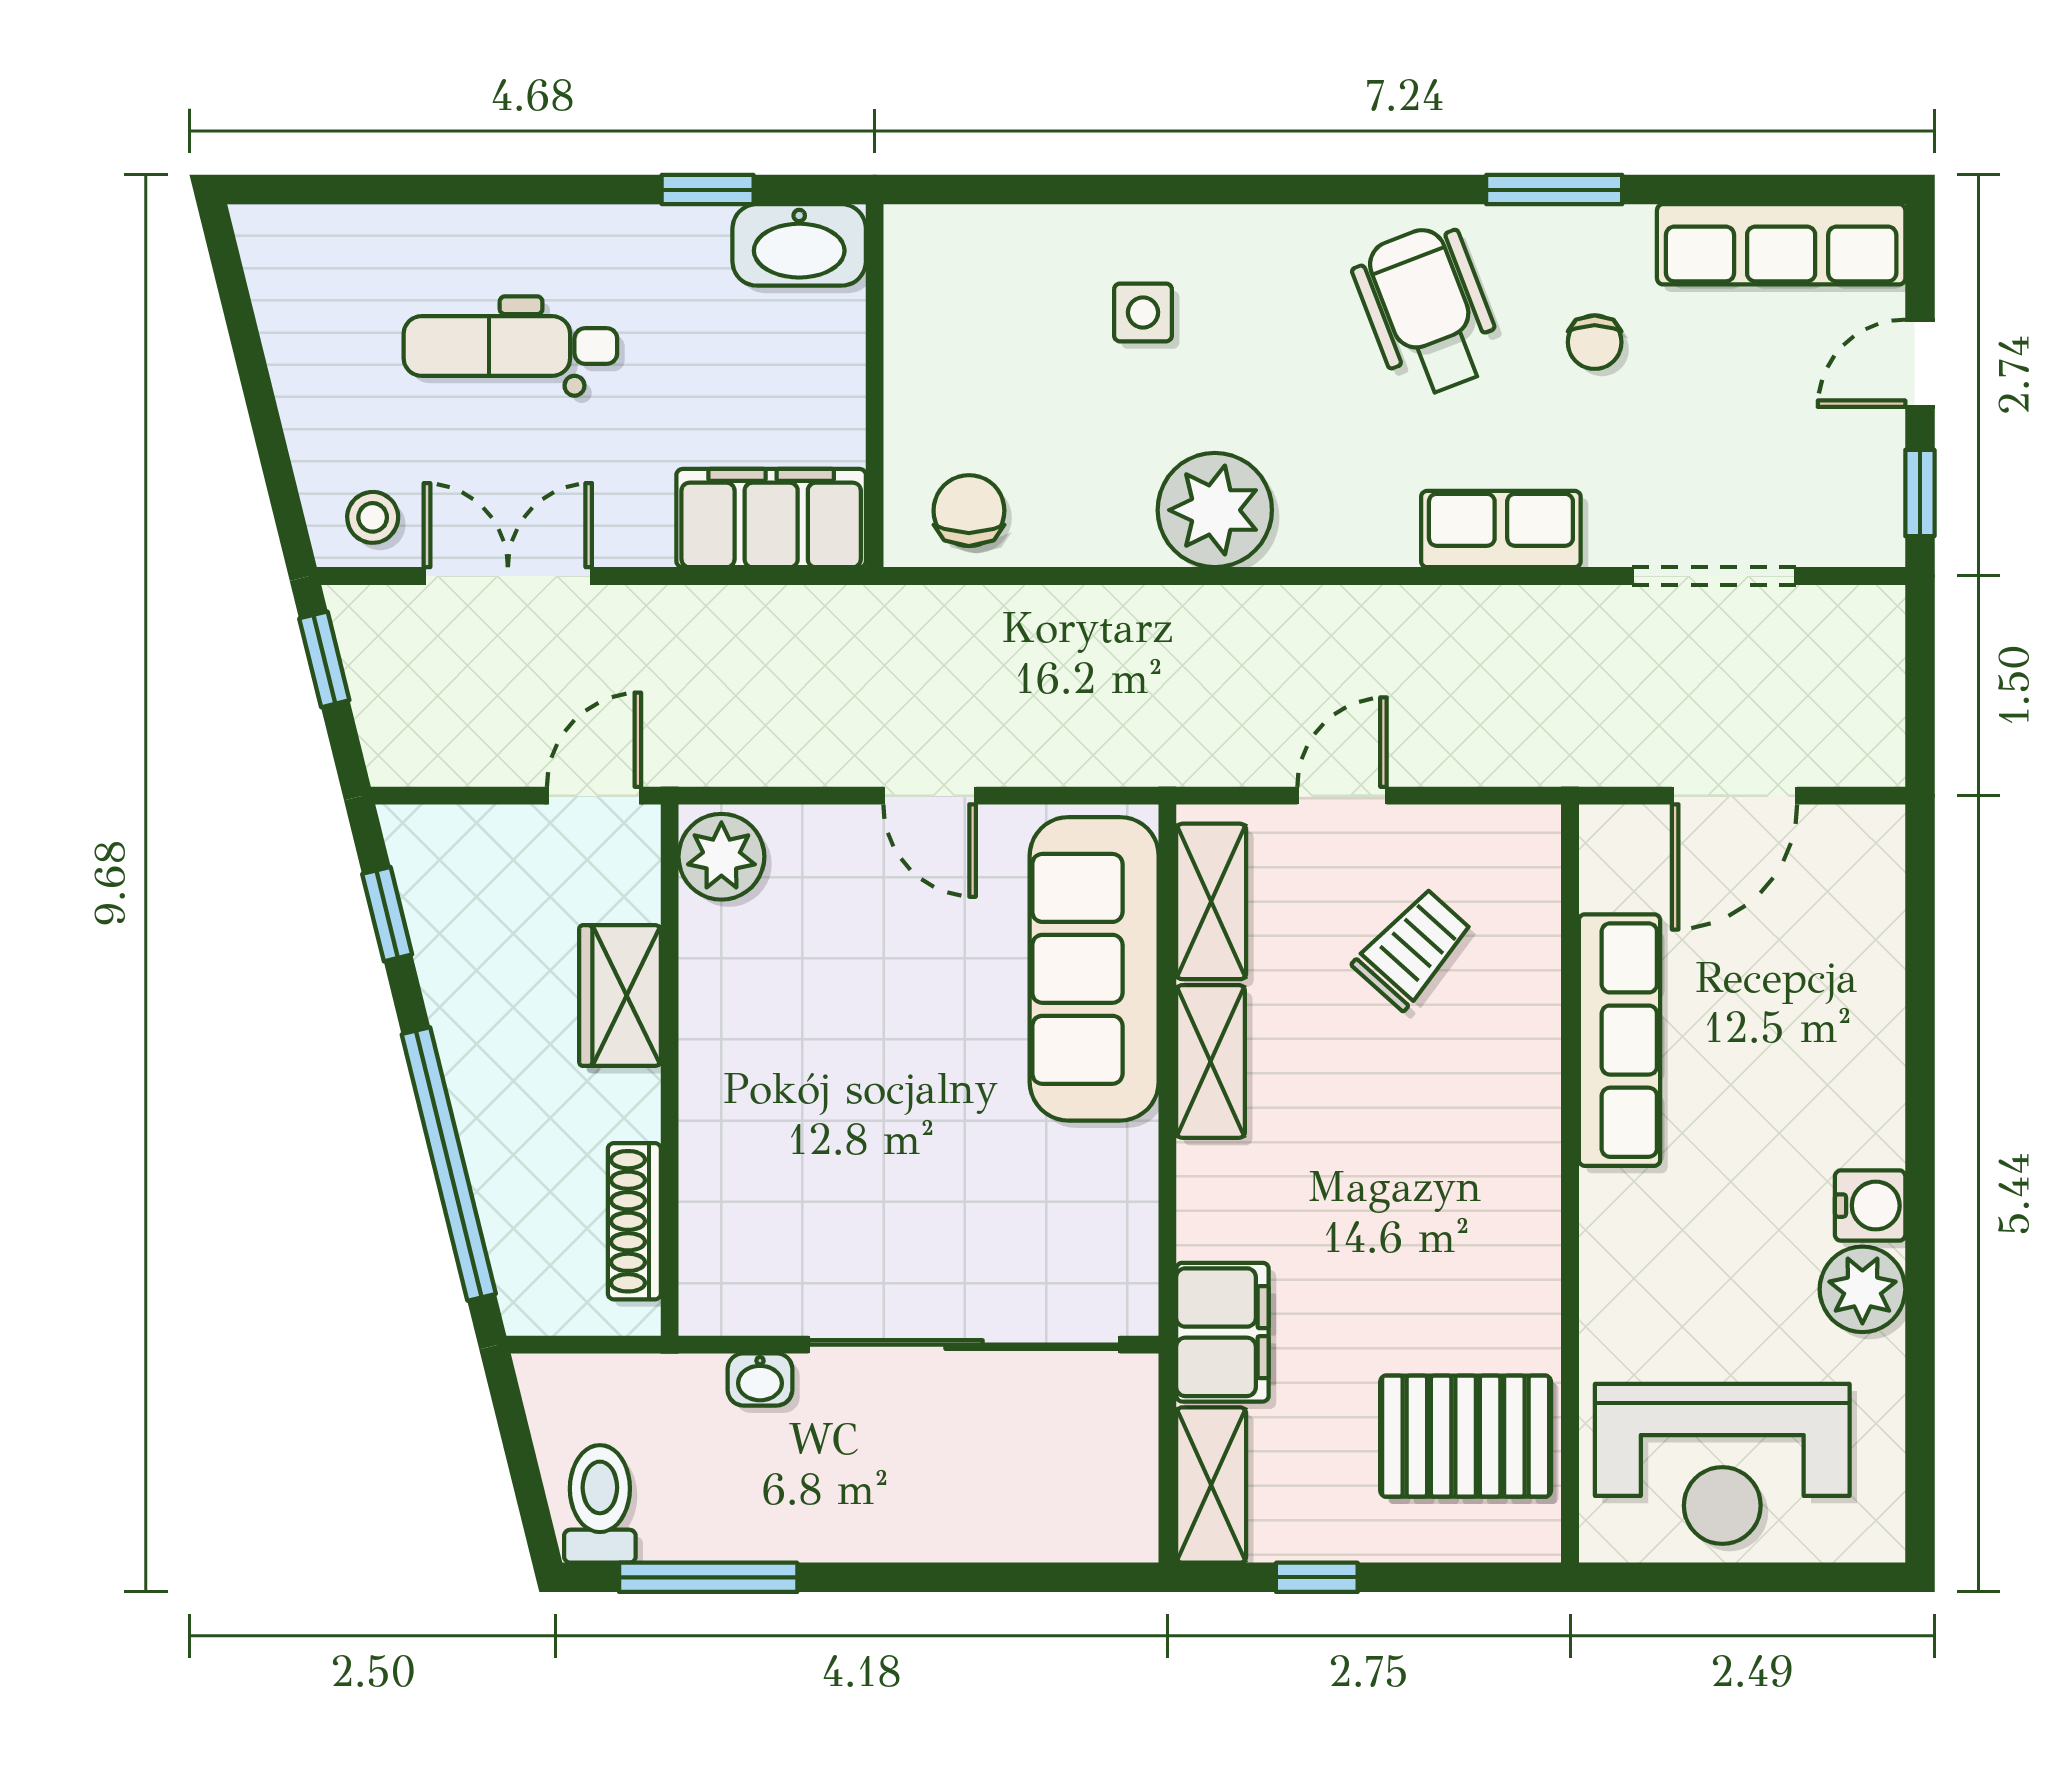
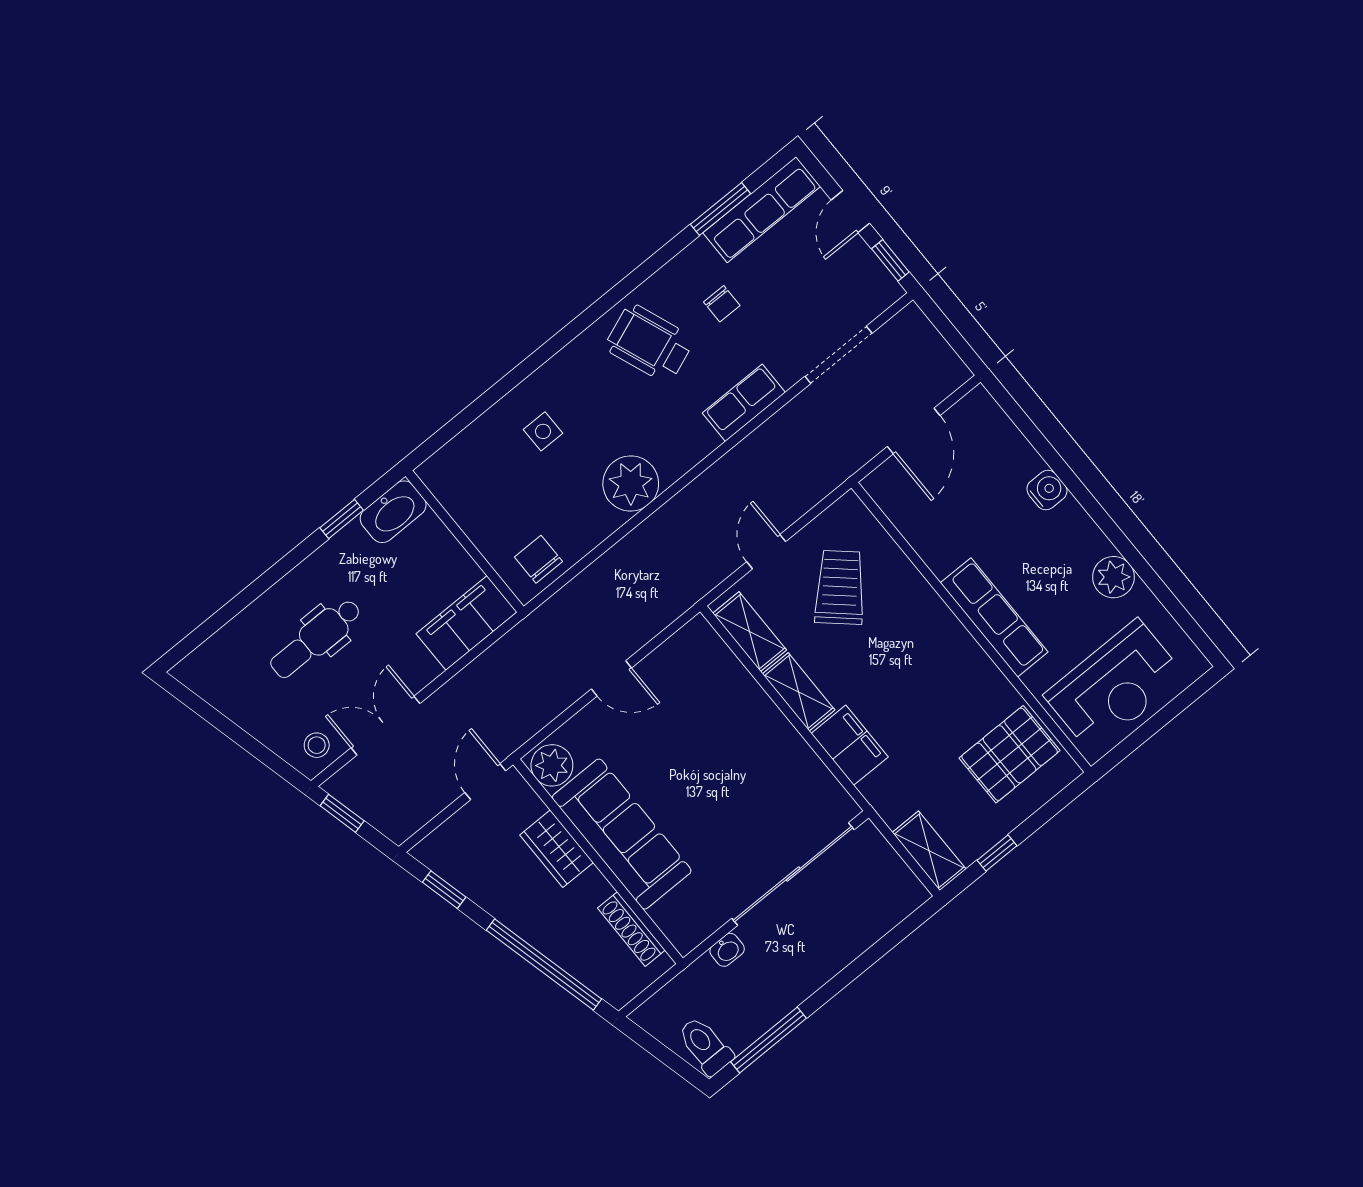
window: (1554, 190) -> (720, 209), moved
trolley: (1413, 949) -> (840, 587), width x1.36, depth x1.39
sofa: (1094, 969) -> (622, 834), moved, turned 180
row of seats: (1620, 1040) -> (994, 617), moved
water cooler: (1870, 1206) -> (1047, 490), moved
filing cabinet: (1222, 1332) -> (850, 745), moved

